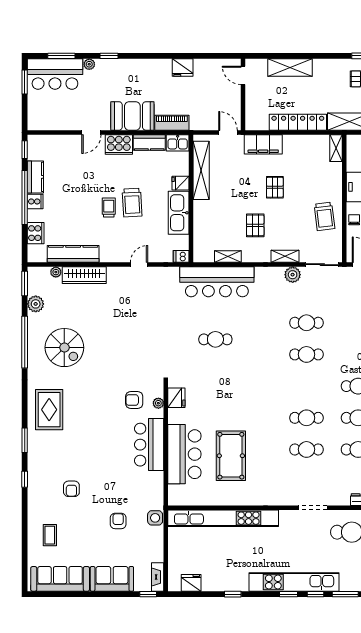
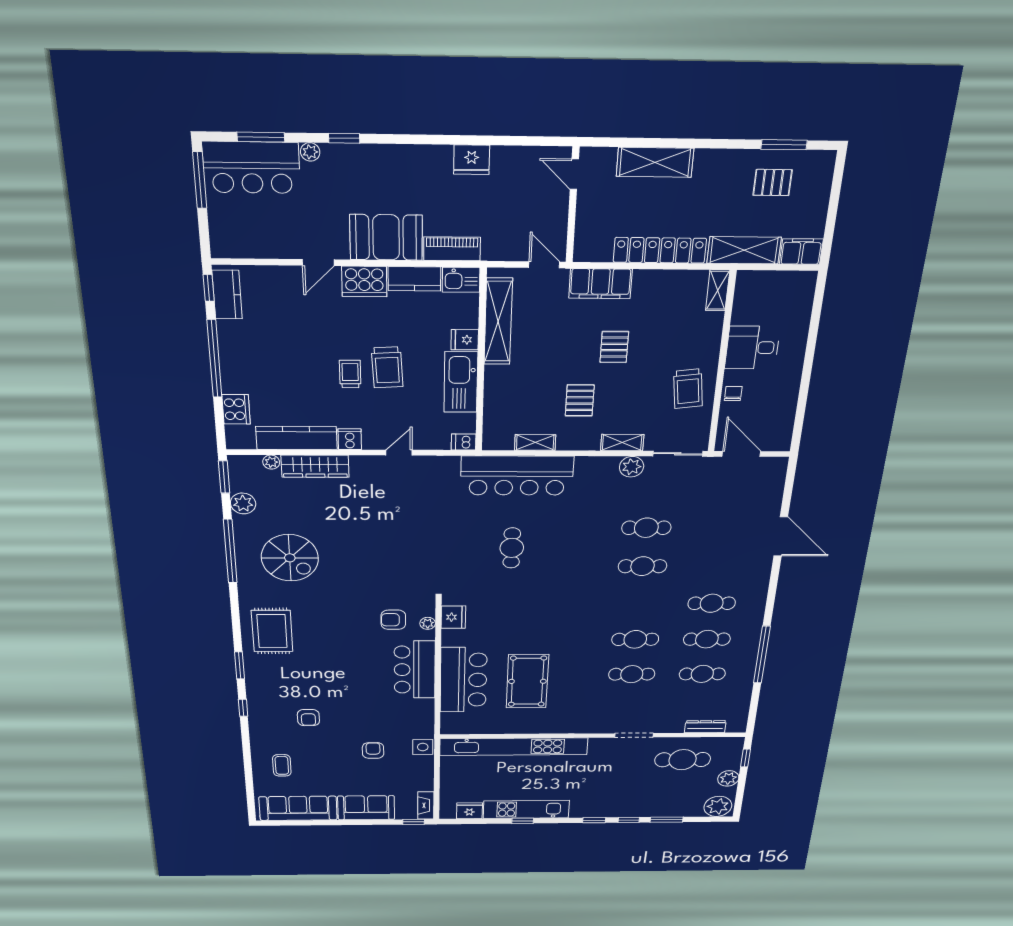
window: (25, 82) -> (200, 180), width x1.44
kitchen counter: (35, 177) -> (227, 295), moved
cooker: (35, 201) -> (350, 439), moved, turned -90
cafe table: (215, 339) -> (512, 548), turned 90
kitchen unit: (294, 582) -> (526, 809), moved, width x0.73

